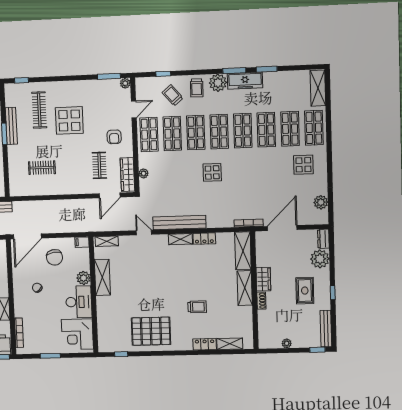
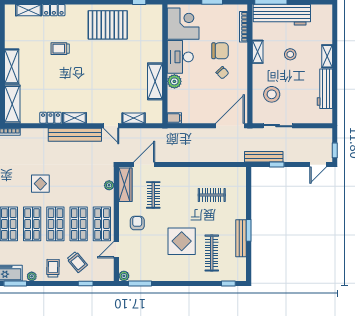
plant: (218, 83) -> (32, 276), width x0.53, depth x0.53
shelving: (107, 241) -> (134, 118), moved
chair: (54, 257) -> (220, 51), moved, turned 99

